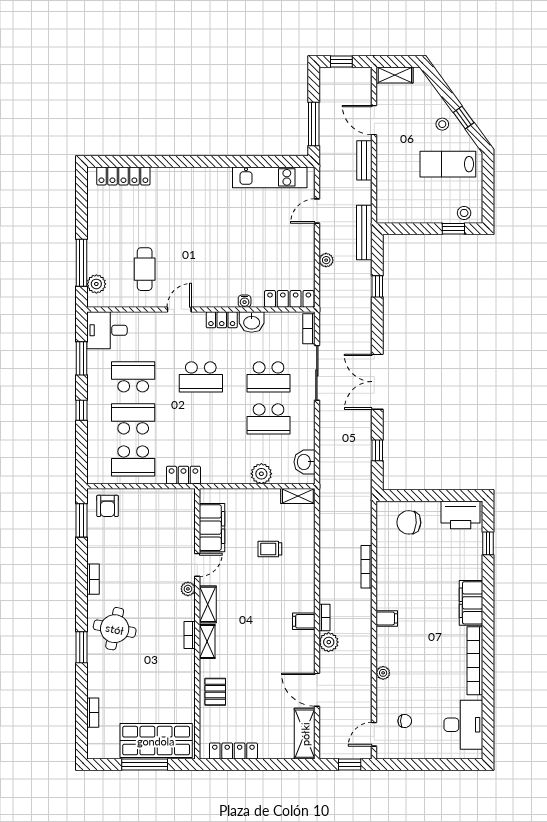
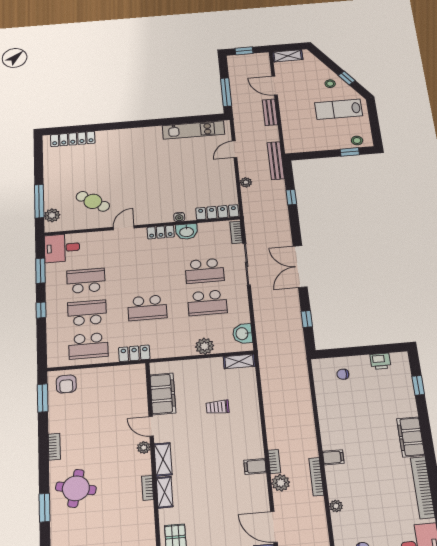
cafe table: (145, 269) -> (93, 201), turned -56
school desk: (201, 377) -> (147, 308), moved
printer: (461, 515) -> (380, 361), width x0.53, depth x0.68
chair: (409, 522) -> (343, 374), width x0.54, depth x0.54
door: (197, 565) -> (151, 426), swing flipped
bookcase: (366, 567) -> (316, 477), moved

